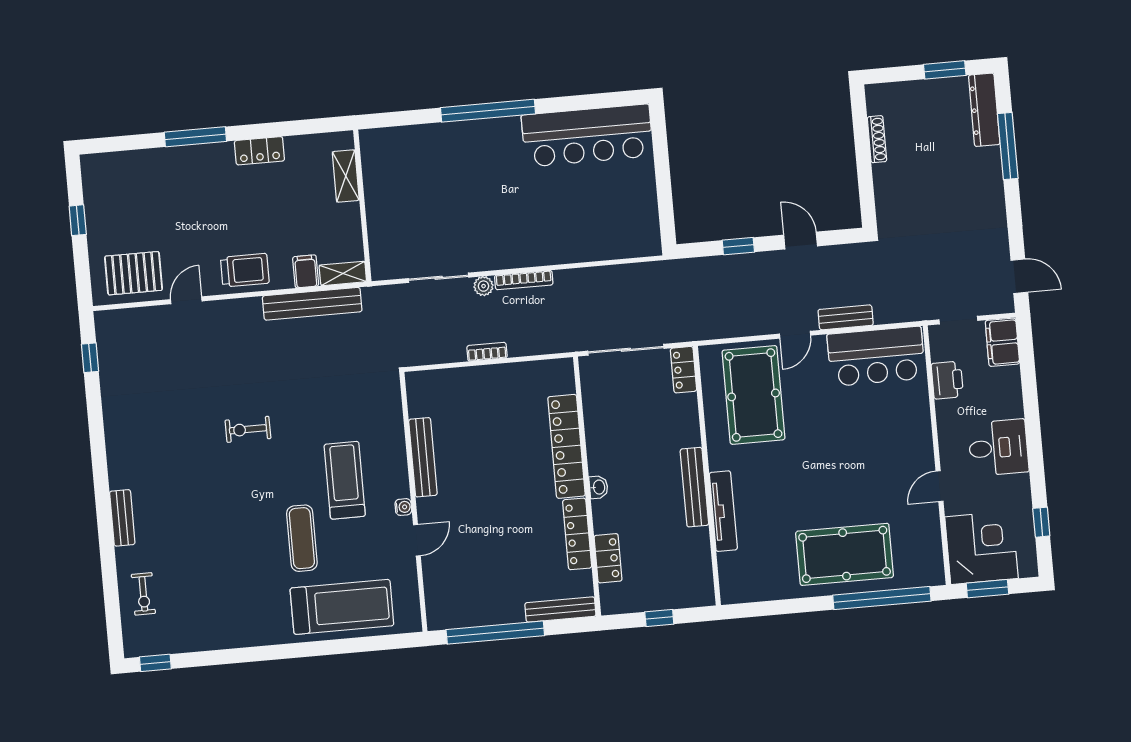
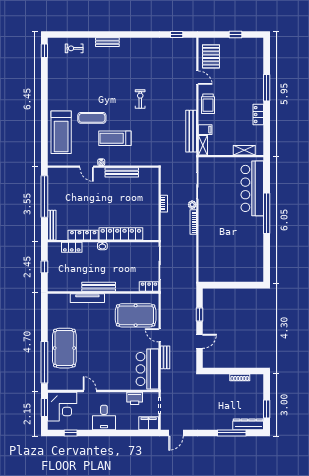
bar counter: (587, 135) -> (252, 188), moved
treadmill: (345, 480) -> (115, 138), turned 180

